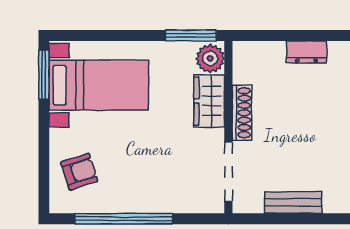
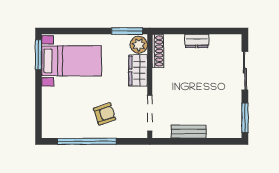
shoe rack: (242, 113) -> (158, 51), moved
armchair: (79, 172) -> (105, 114), moved

